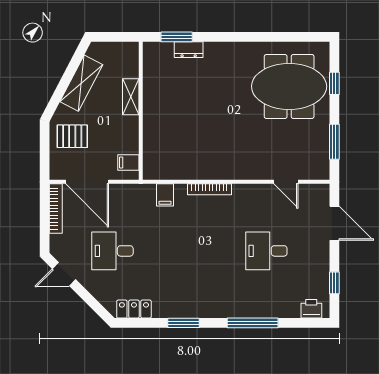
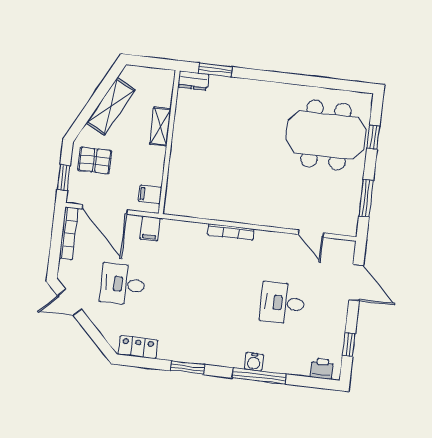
dresser: (189, 50) -> (193, 81), moved
window: (45, 156) -> (64, 178), added
filing cabinet: (165, 195) -> (150, 228), moved
water cooler: (246, 310) -> (254, 362), added

